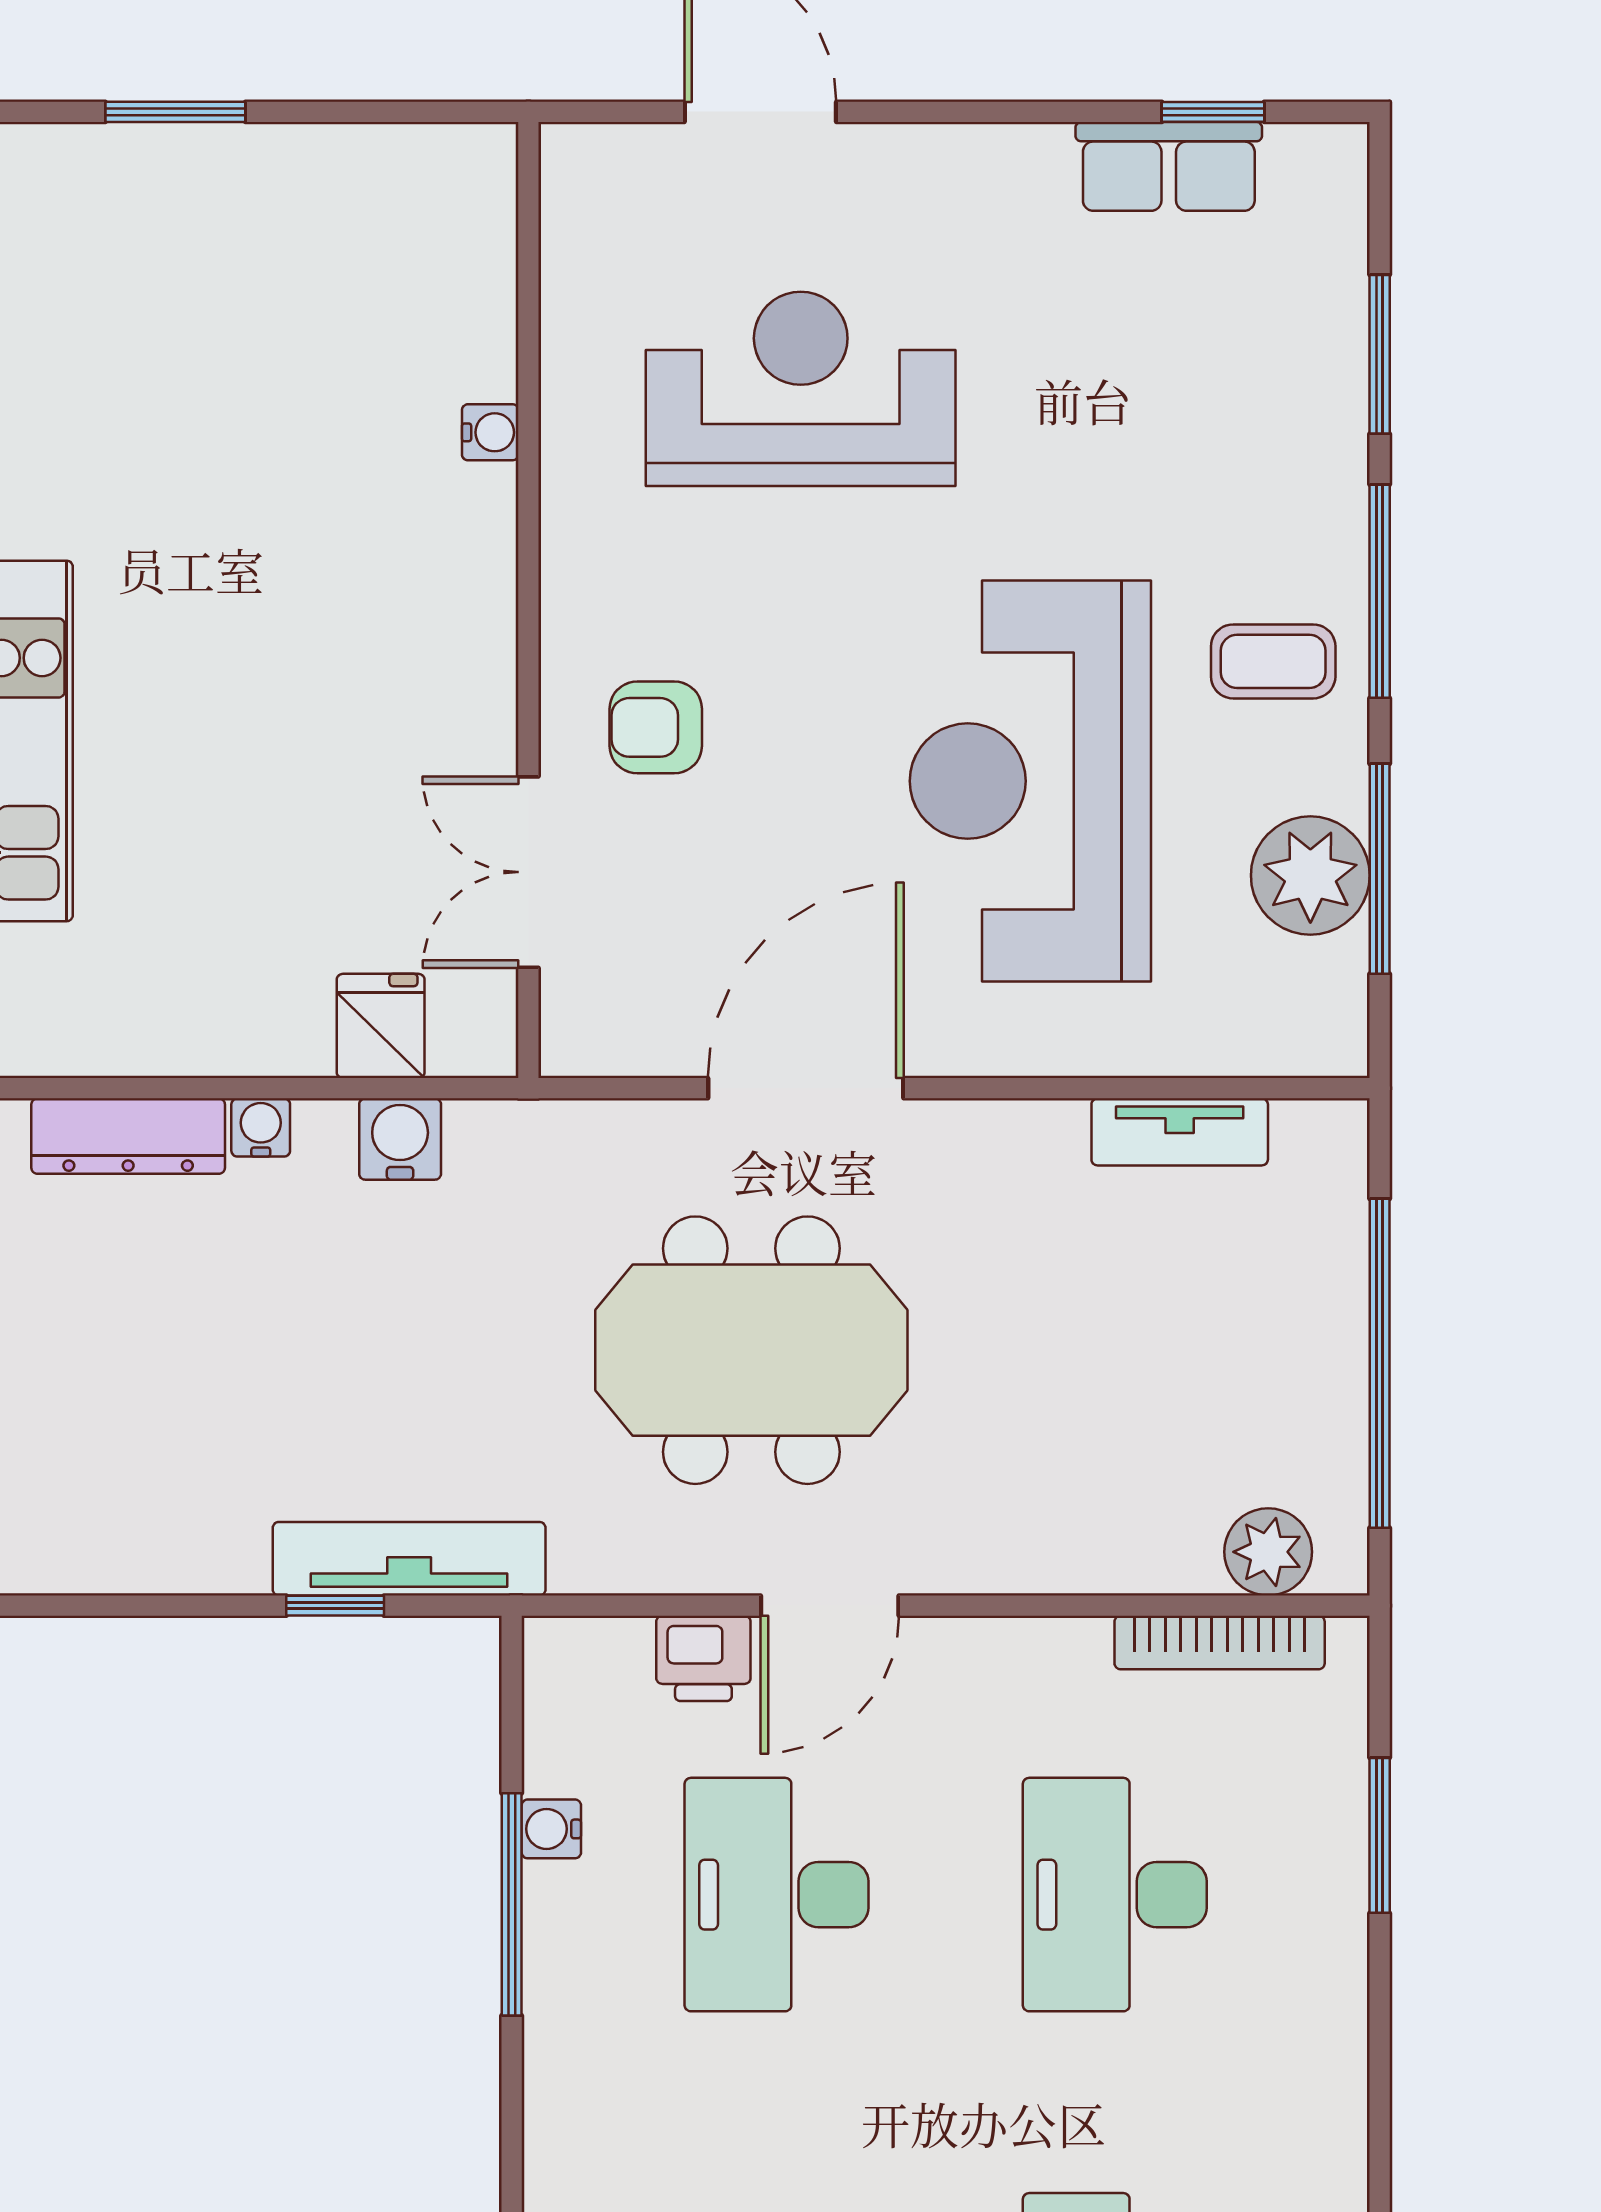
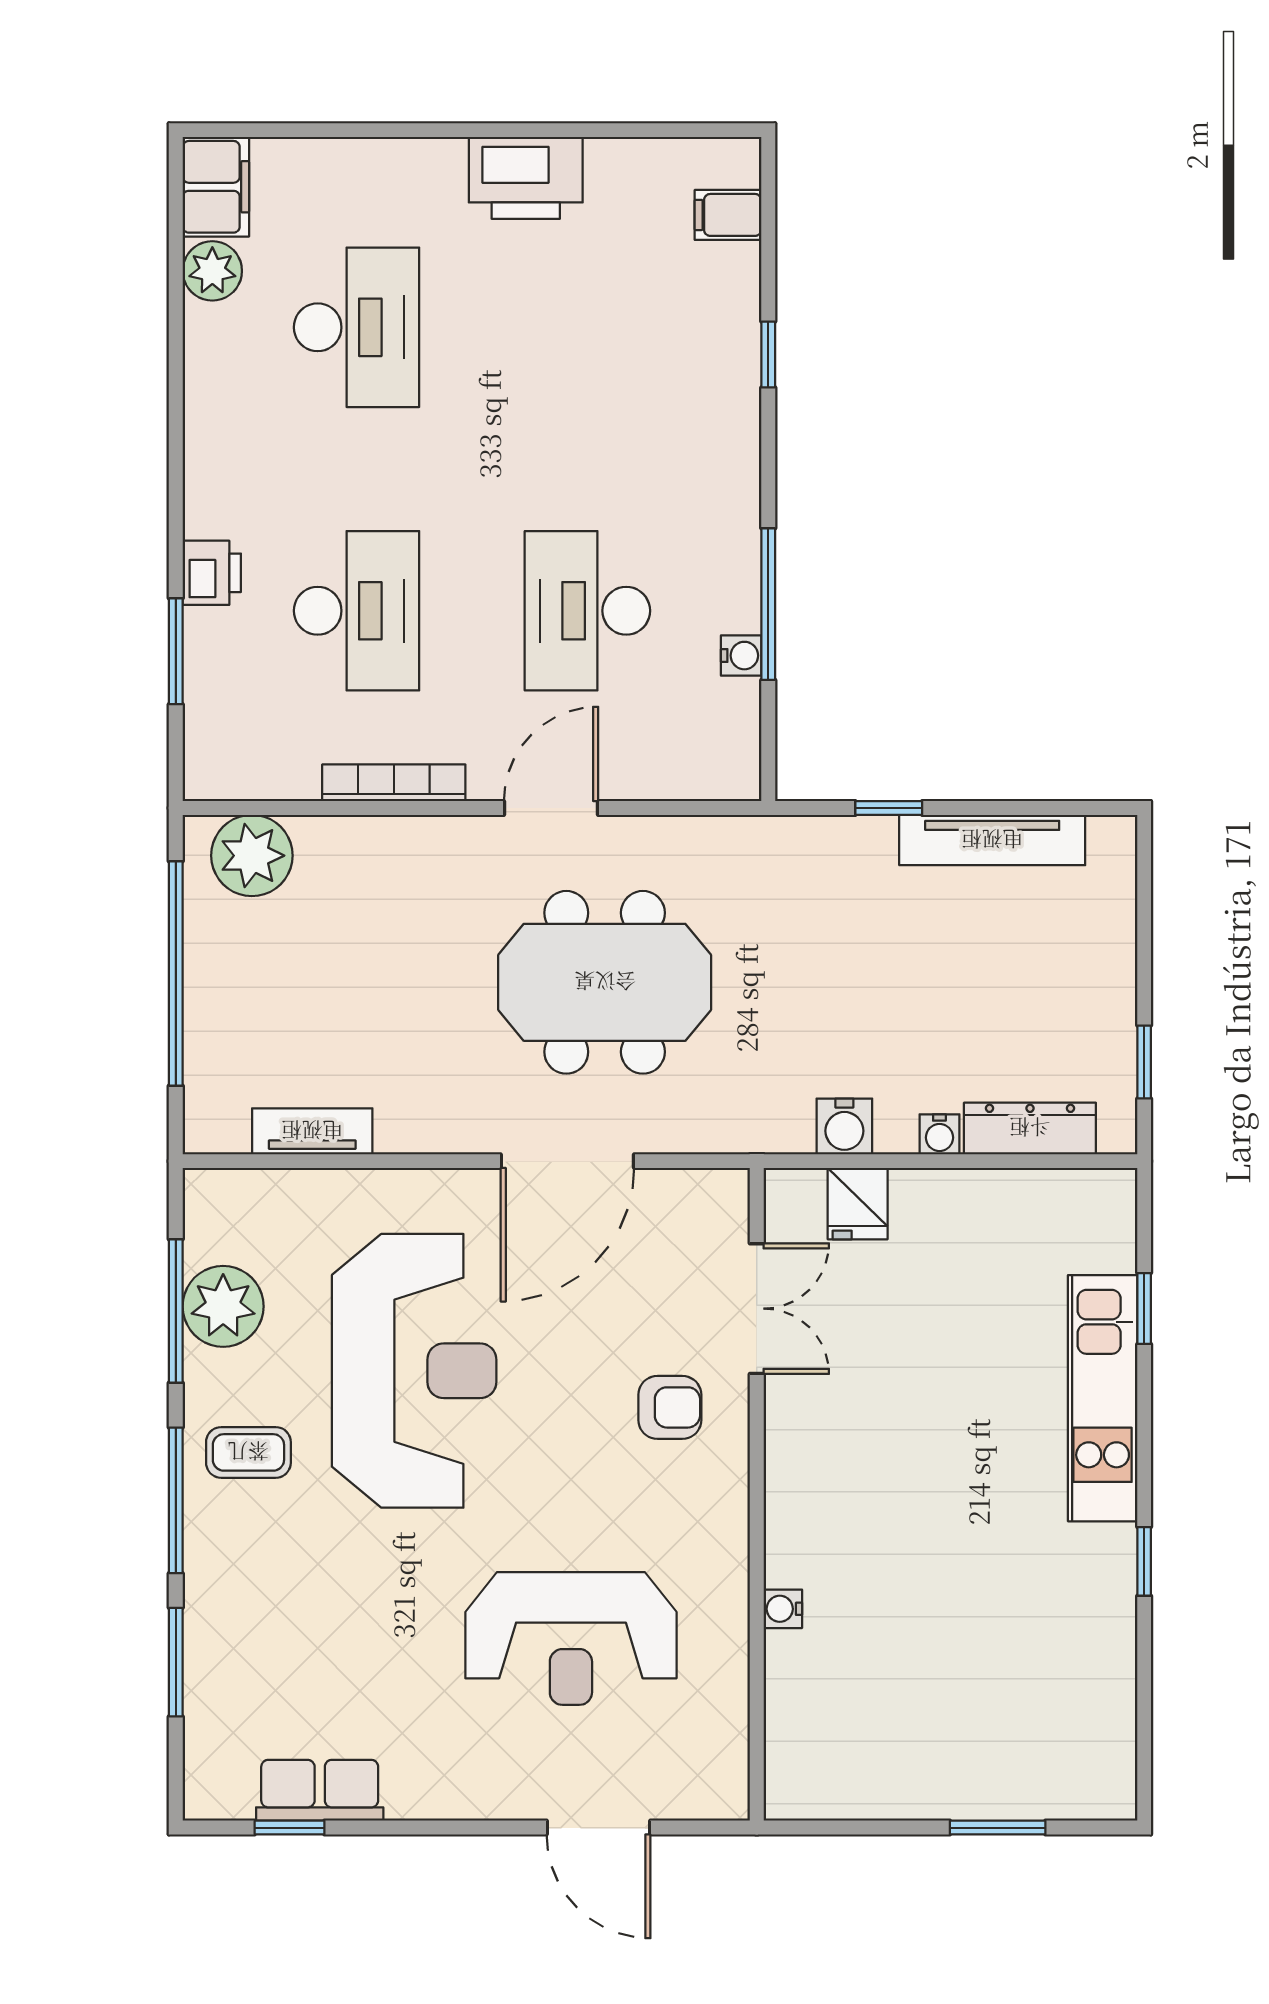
plant: (1268, 1552) -> (252, 856), width x1.36, depth x1.36
tv unit: (409, 1559) -> (992, 840), moved
bookcase: (1220, 1643) -> (394, 783), moved
printer: (703, 1658) -> (212, 573), moved, turned 90
desk: (777, 1895) -> (587, 611), turned 180

